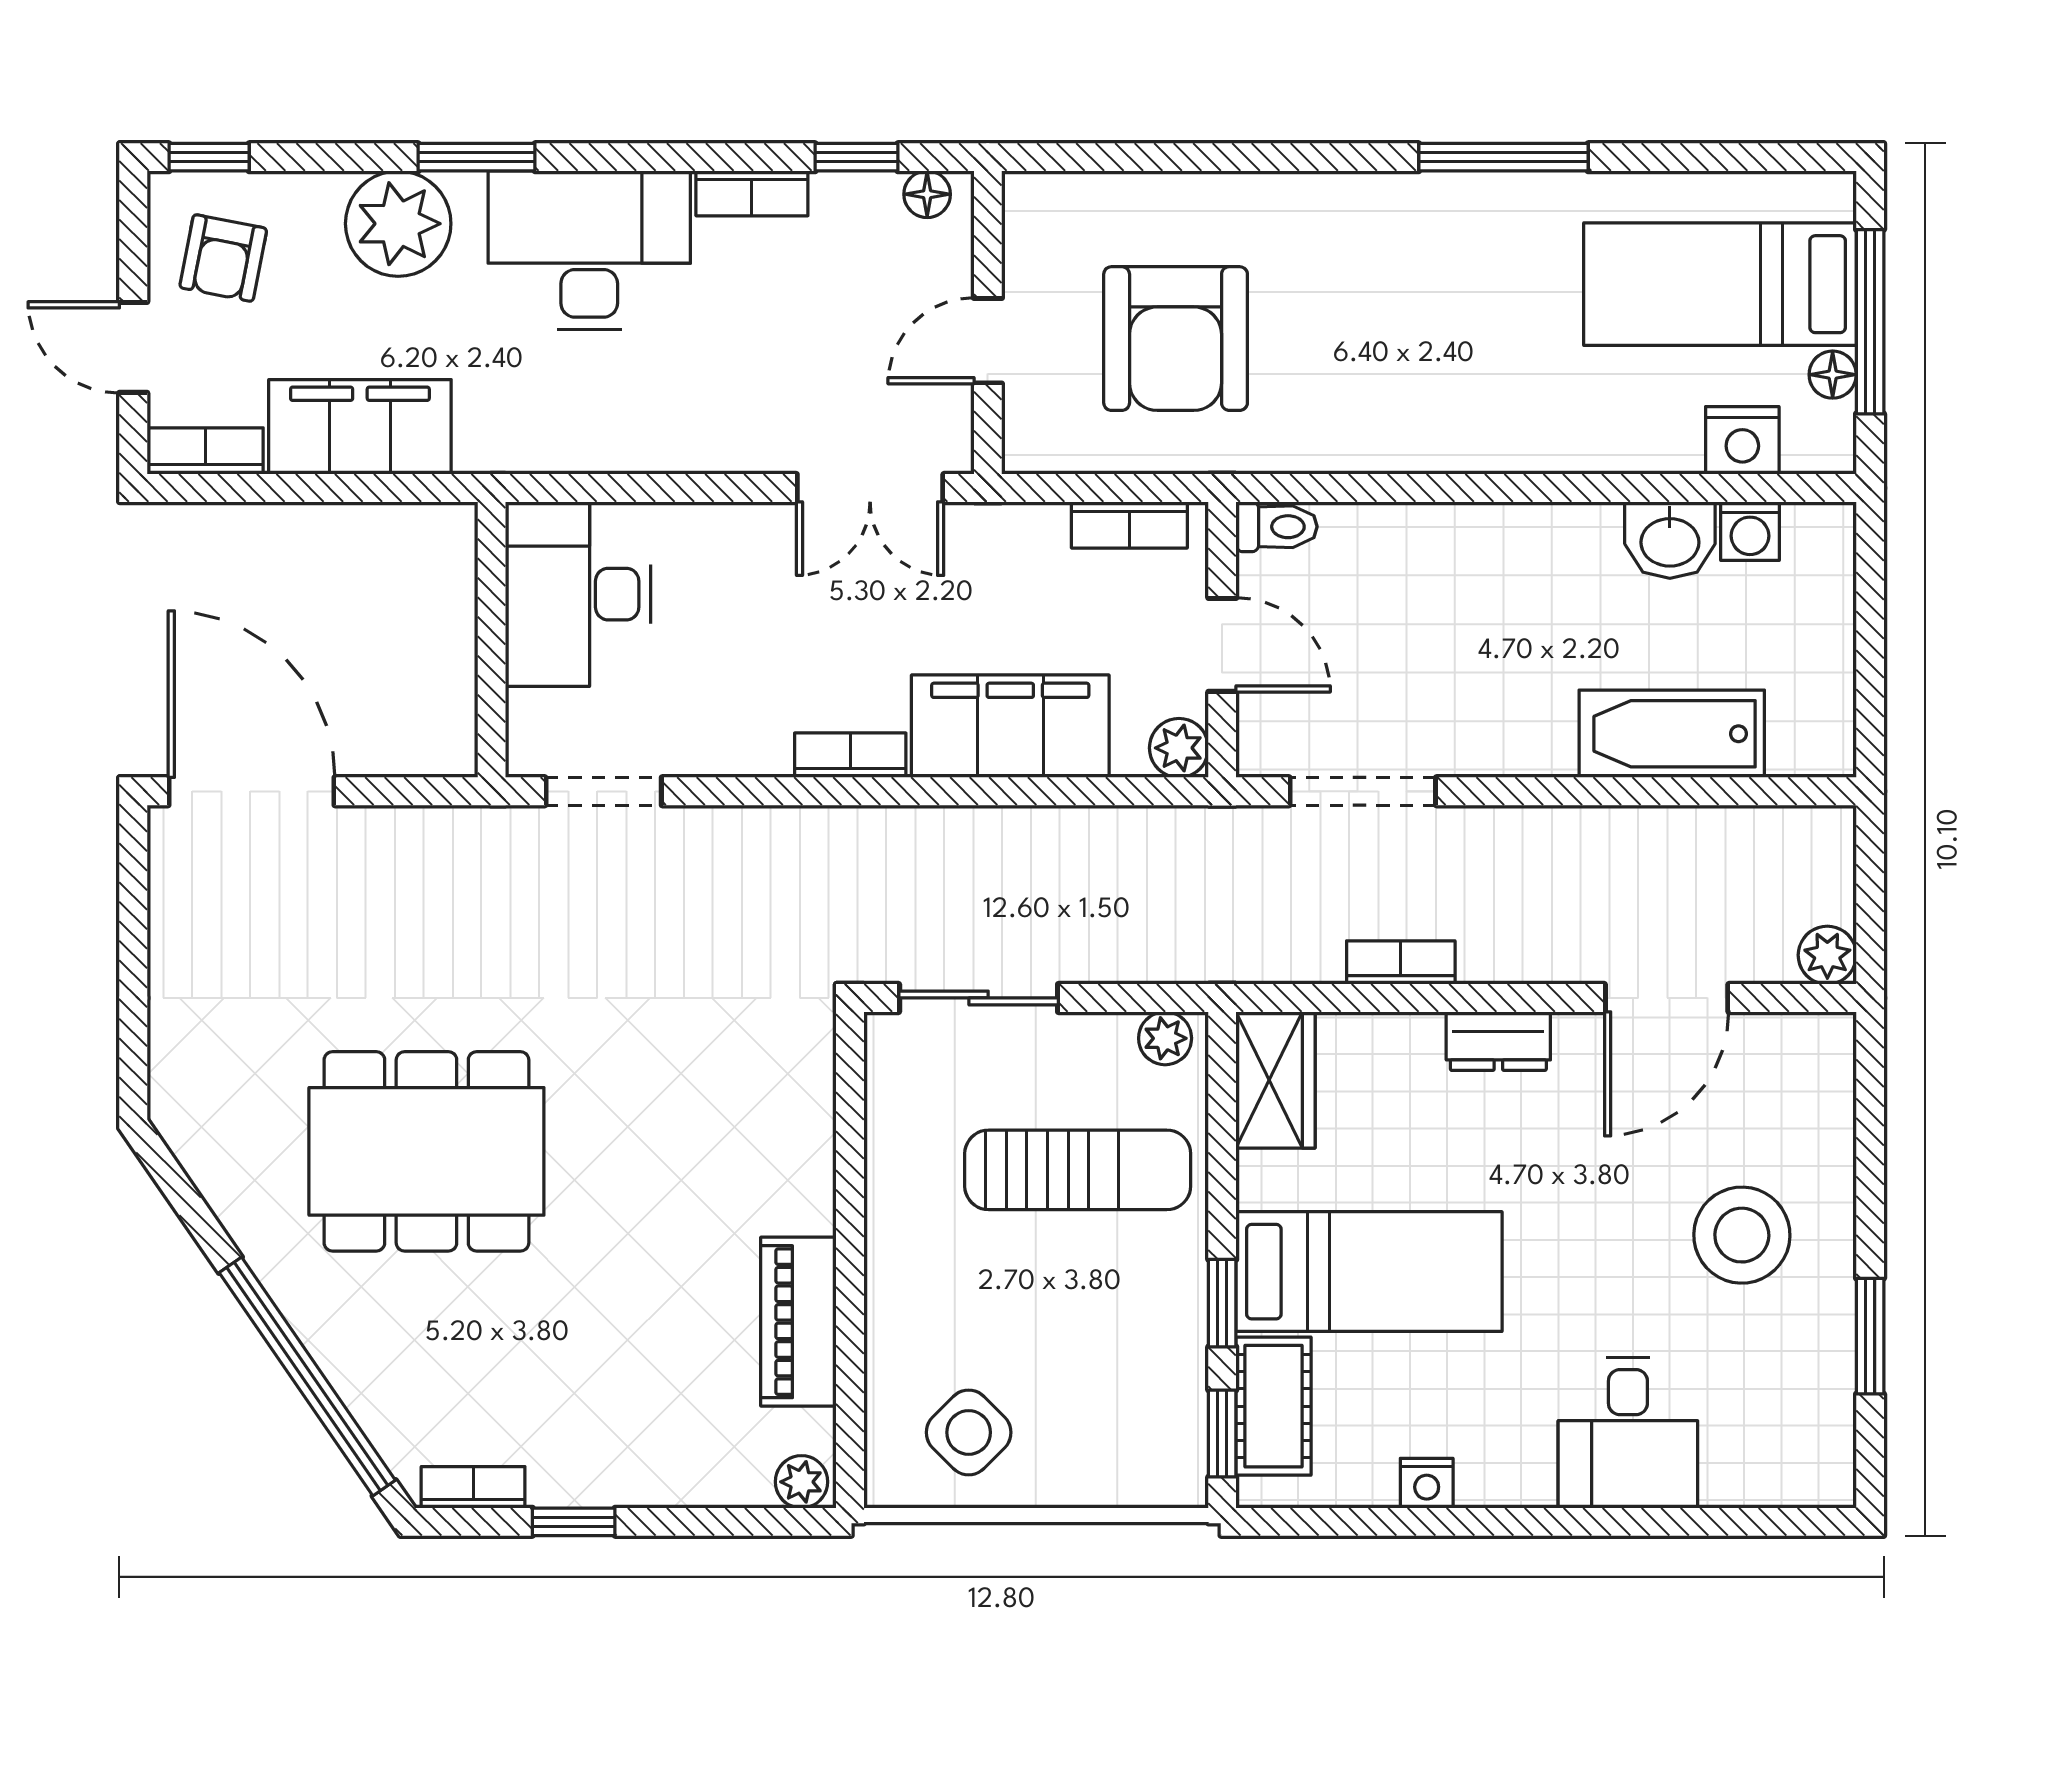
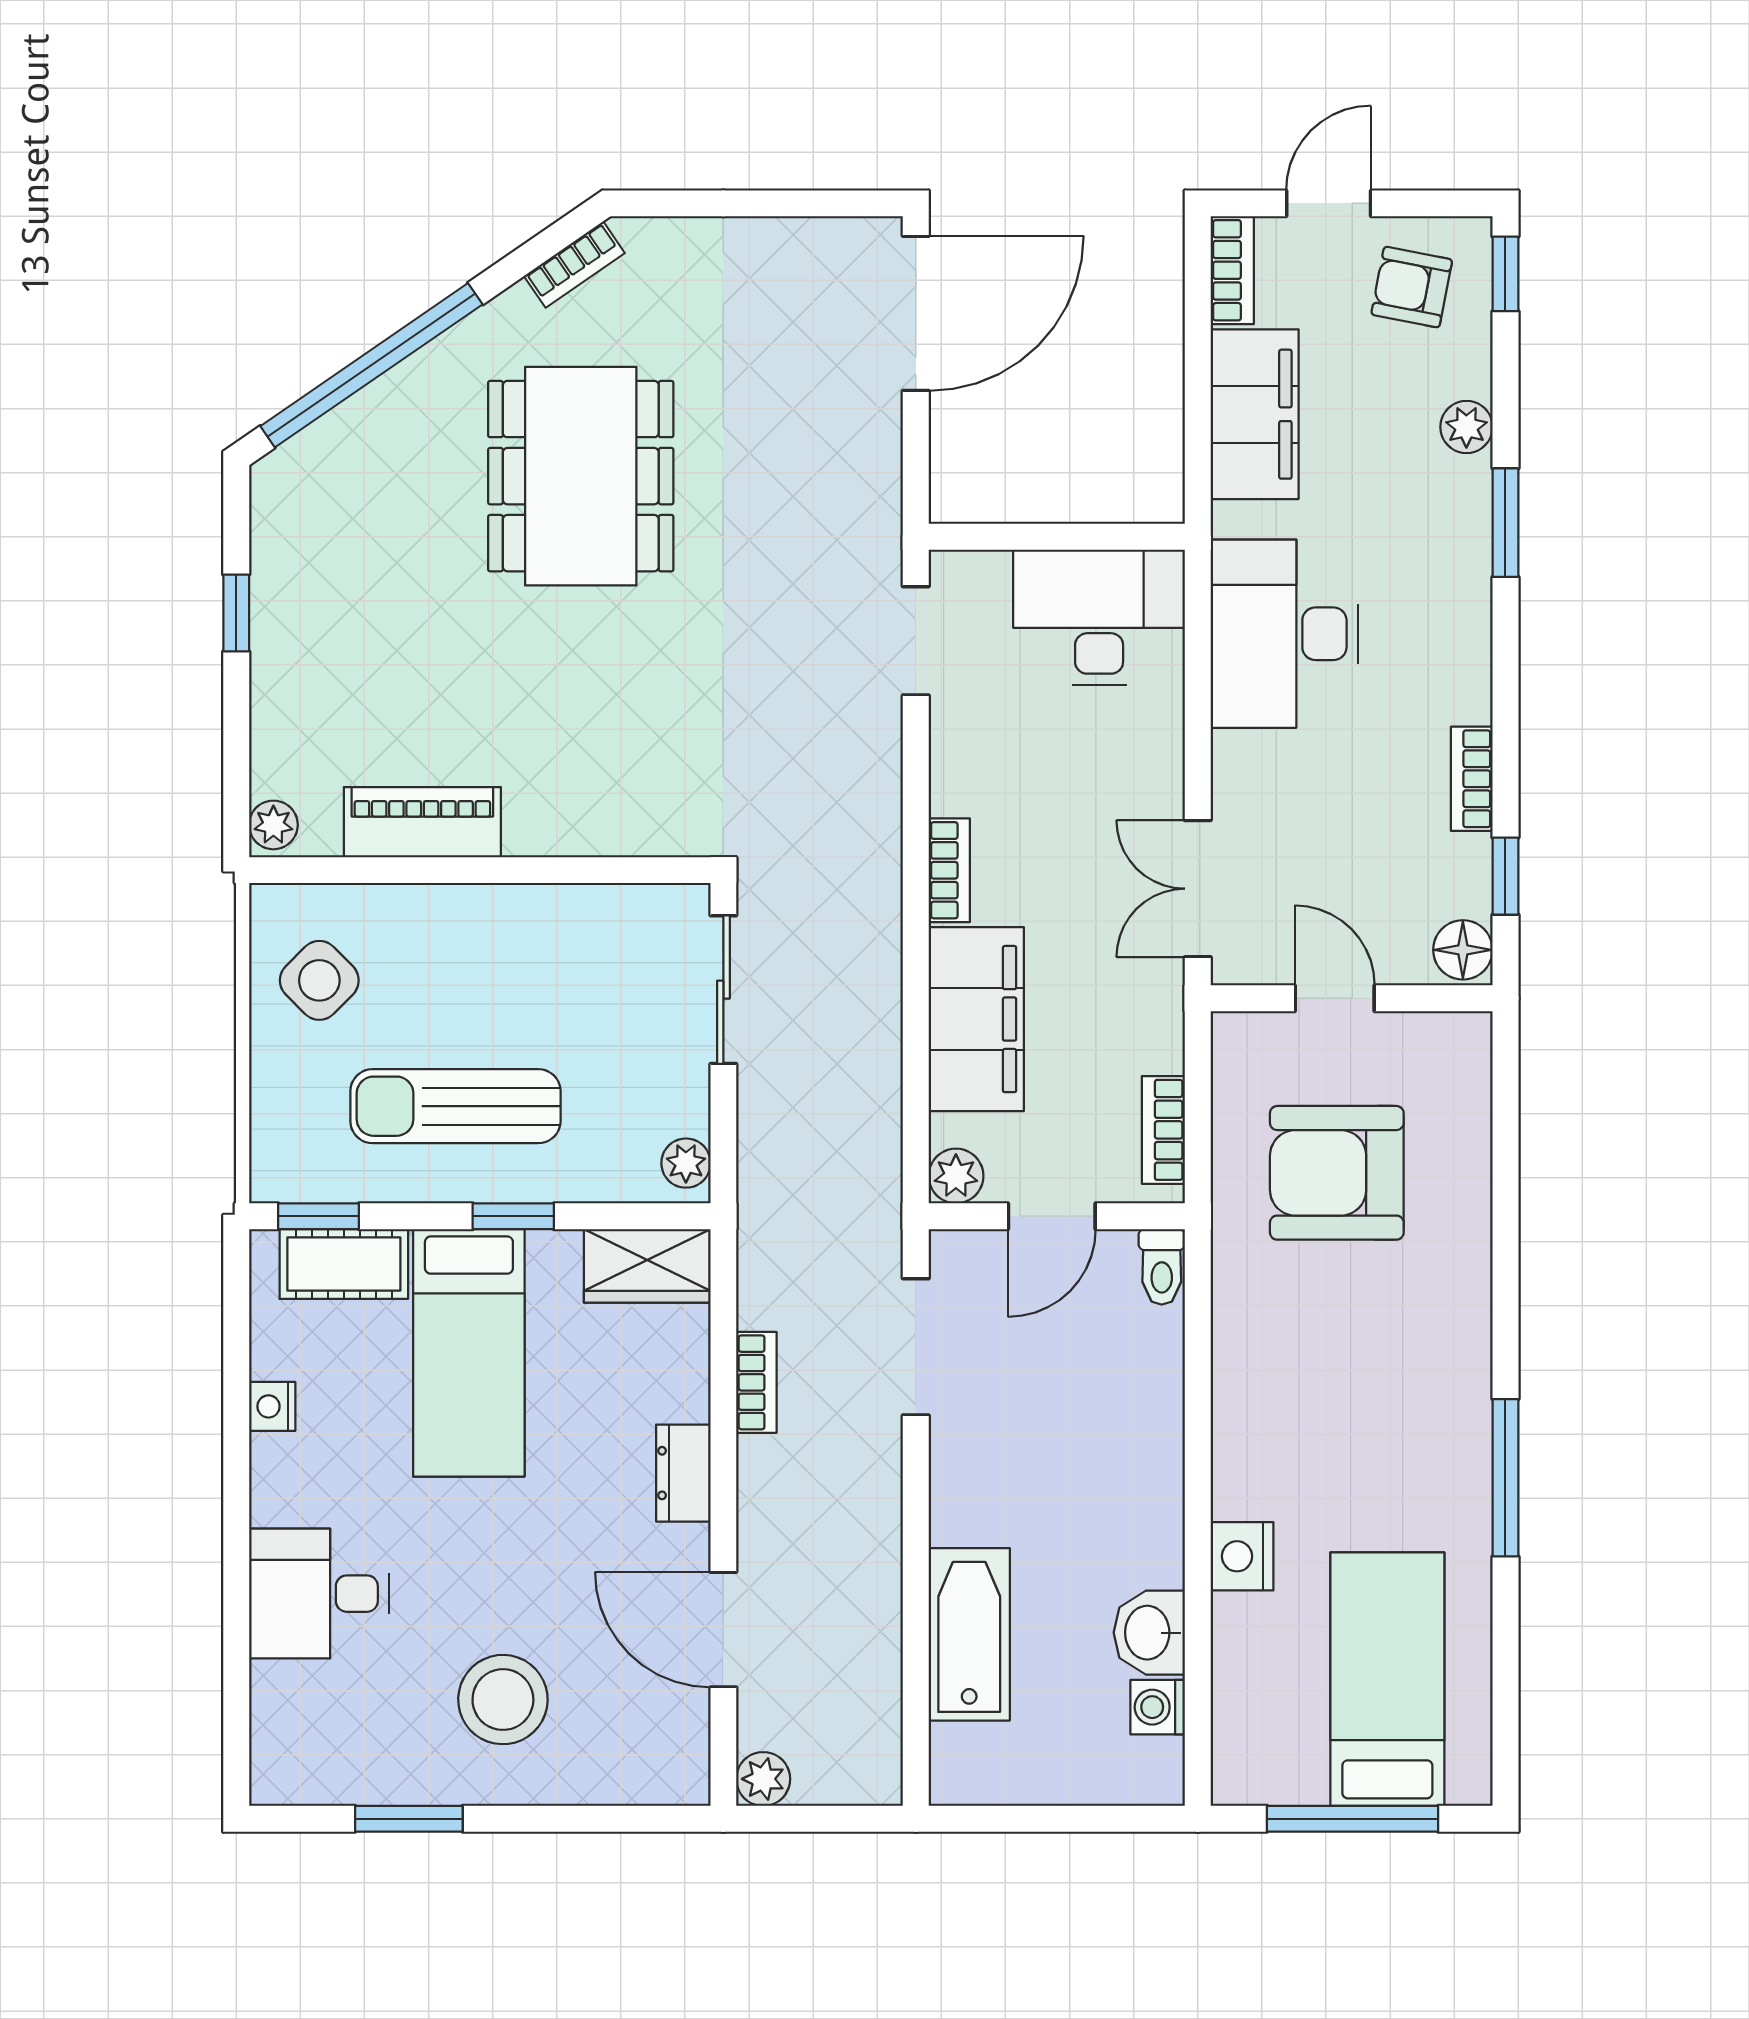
floor lamp: (927, 194) -> (1463, 950), width x1.37, depth x1.37
plant: (398, 224) -> (1466, 427), width x0.53, depth x0.53
desk: (589, 250) -> (1285, 634), moved, turned 180
floor lamp: (1833, 375) -> (1303, 1784), removed
nightstand: (1742, 440) -> (1242, 1556), moved
sun lounger: (1078, 1170) -> (455, 1106), moved, turned 90
window: (1222, 1303) -> (513, 1216), moved
bookcase: (473, 1487) -> (574, 265), moved, turned 55

